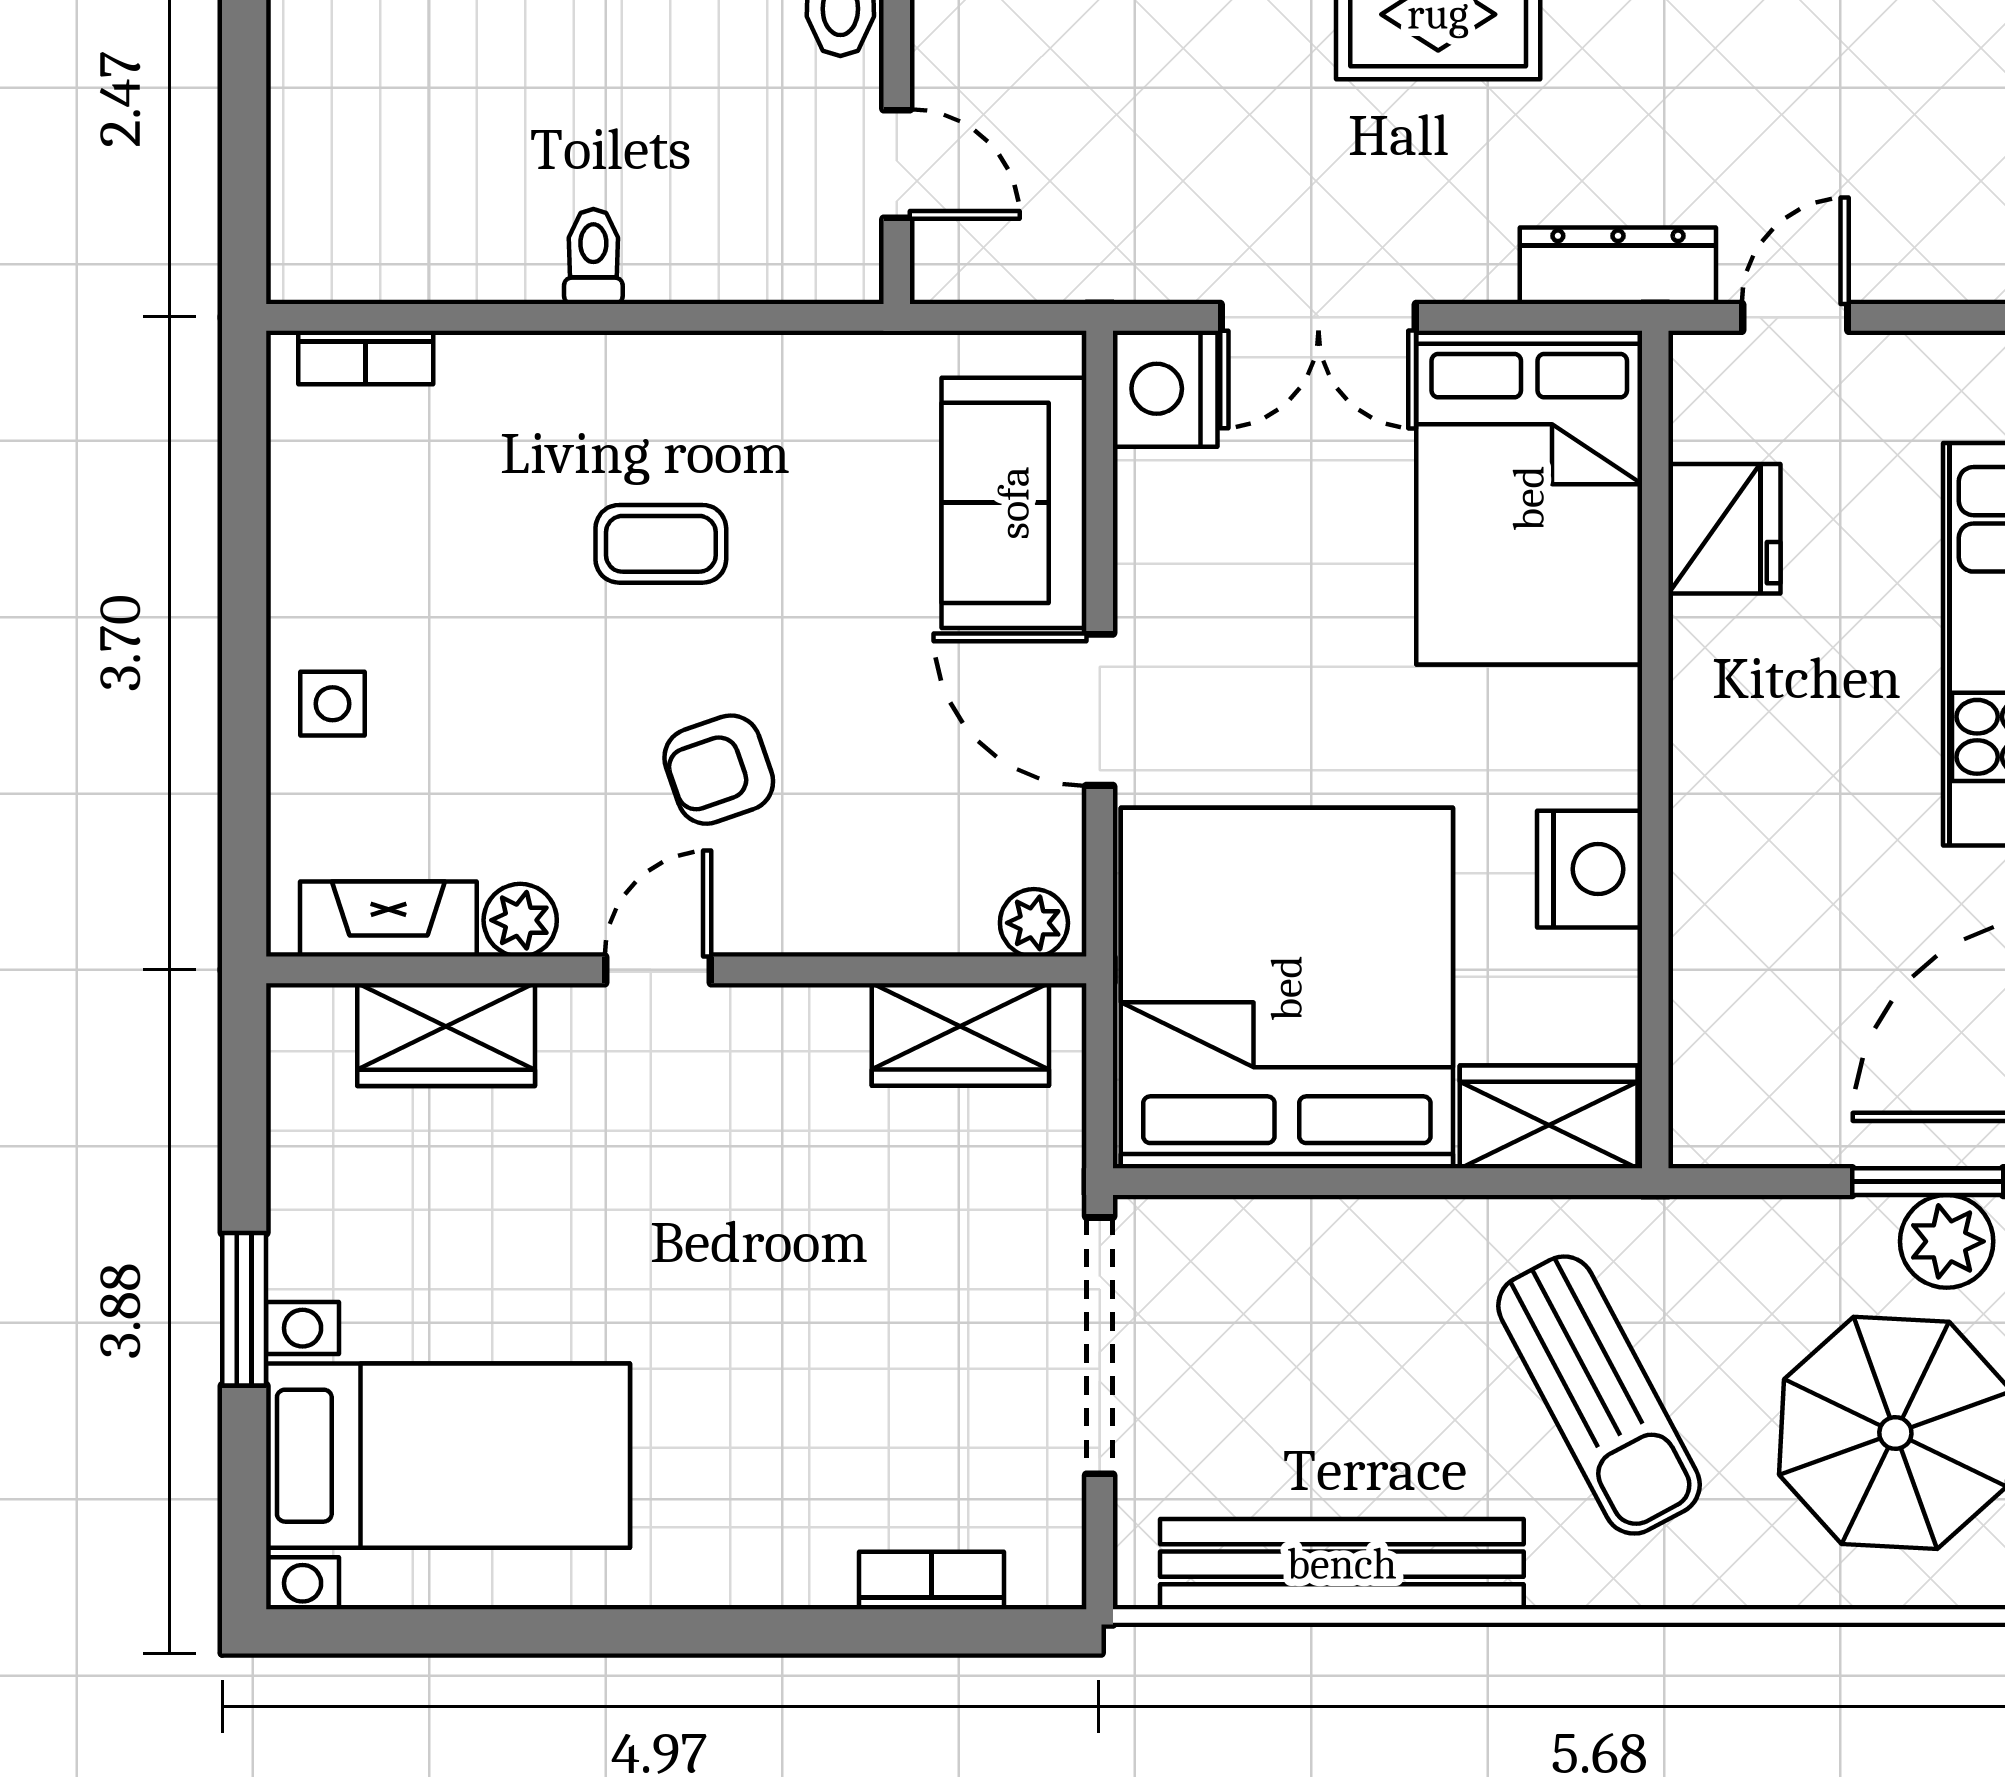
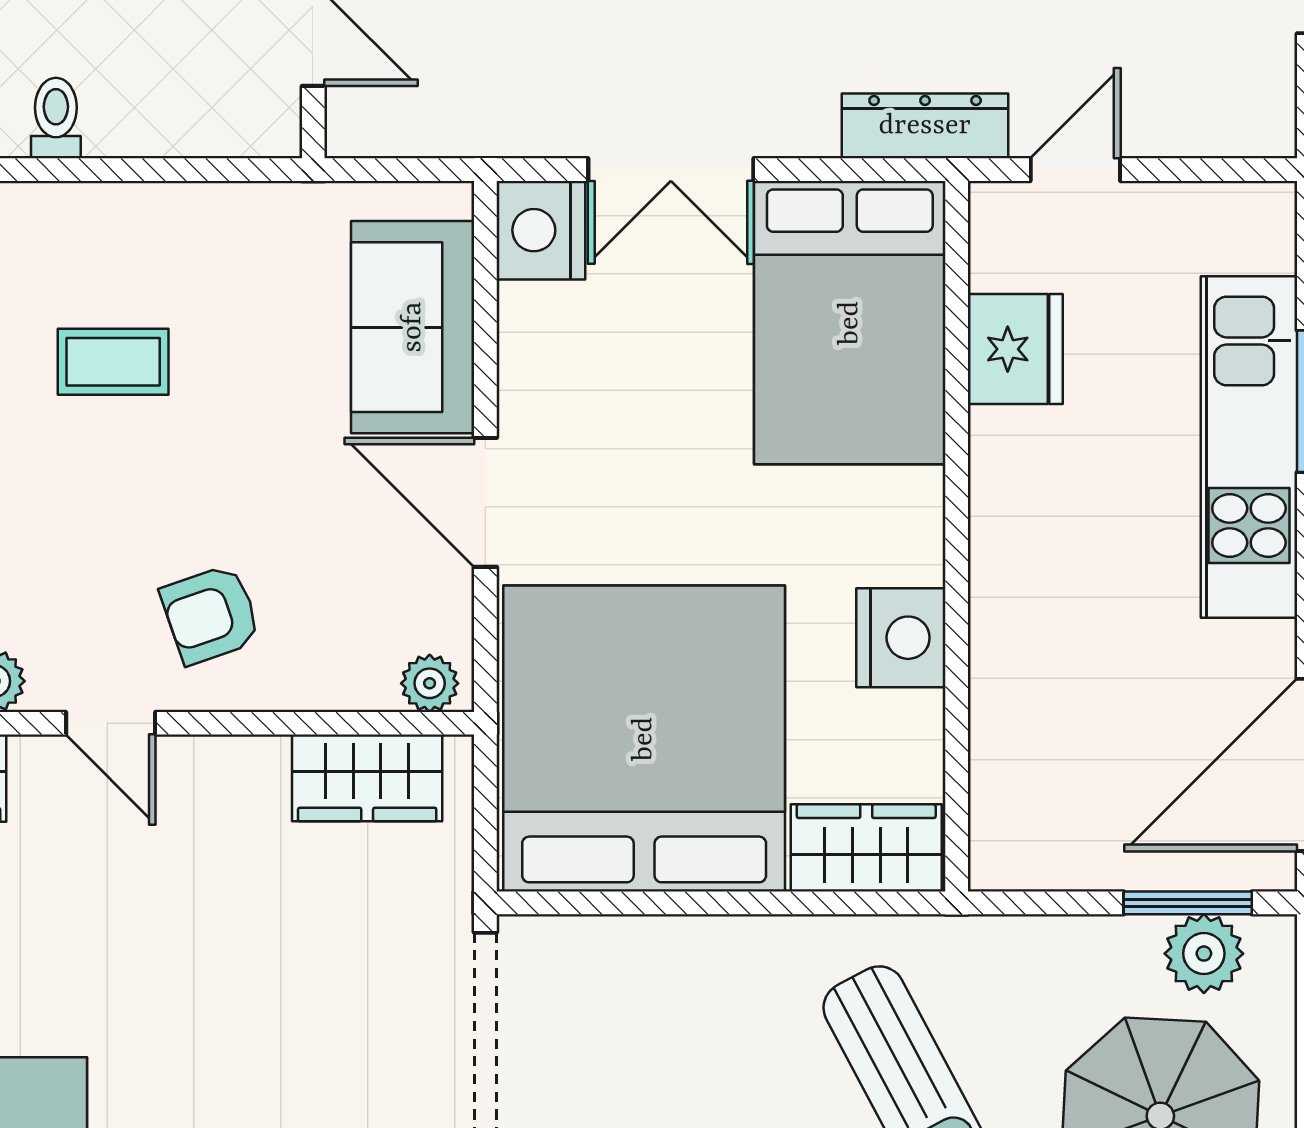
armchair: (719, 770) -> (211, 615), moved
door: (658, 970) -> (111, 723), swing flipped

